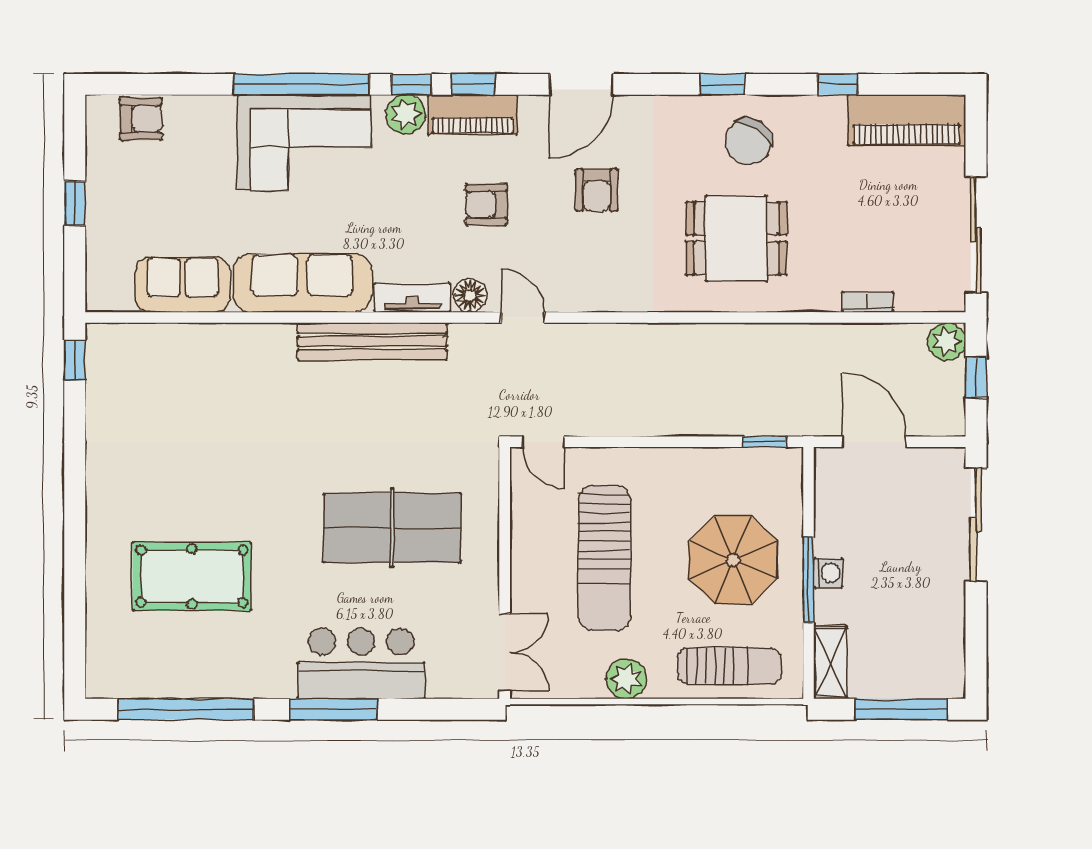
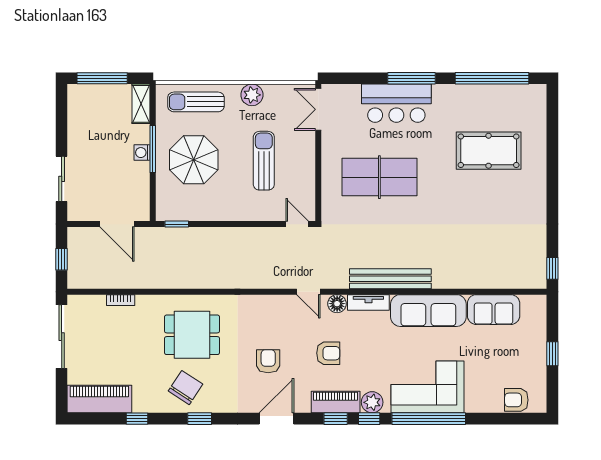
plant: (947, 341) -> (77, 279), removed
sliding door: (976, 524) -> (62, 179), width x0.73
sun lounger: (605, 558) -> (264, 161), width x0.73, depth x0.75

